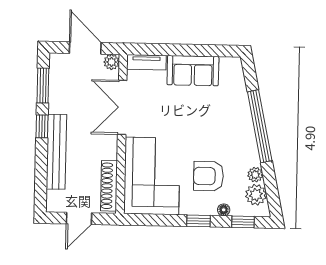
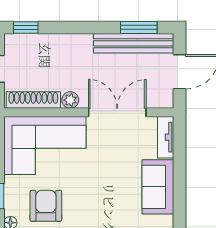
plant: (112, 62) -> (70, 100), moved
window: (42, 126) -> (26, 27), moved
bench: (56, 152) -> (134, 43), moved

